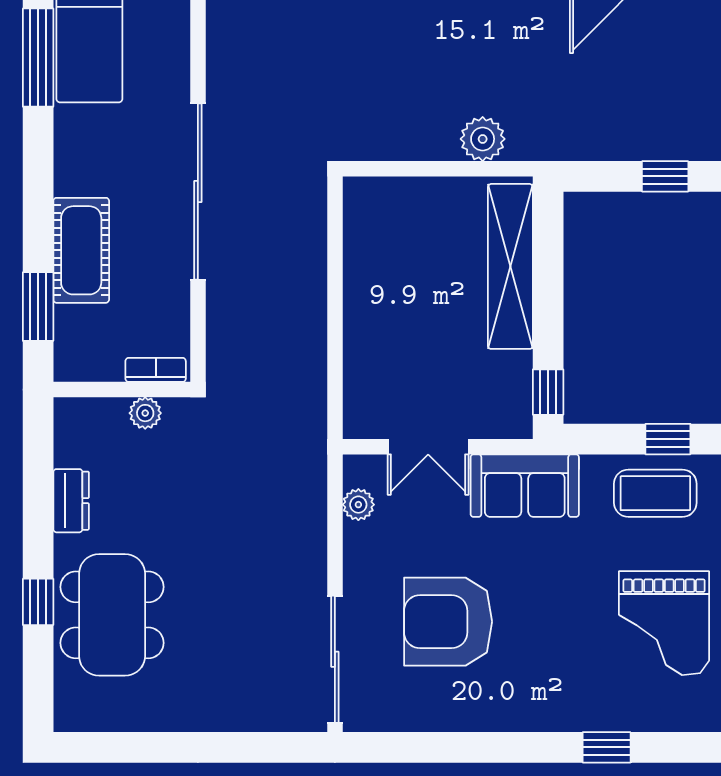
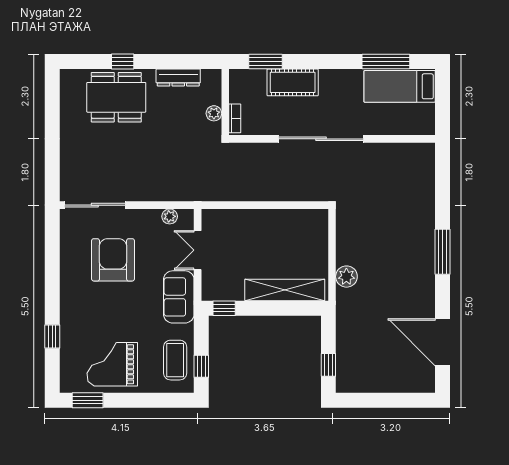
dresser: (71, 501) -> (178, 77), width x1.44

